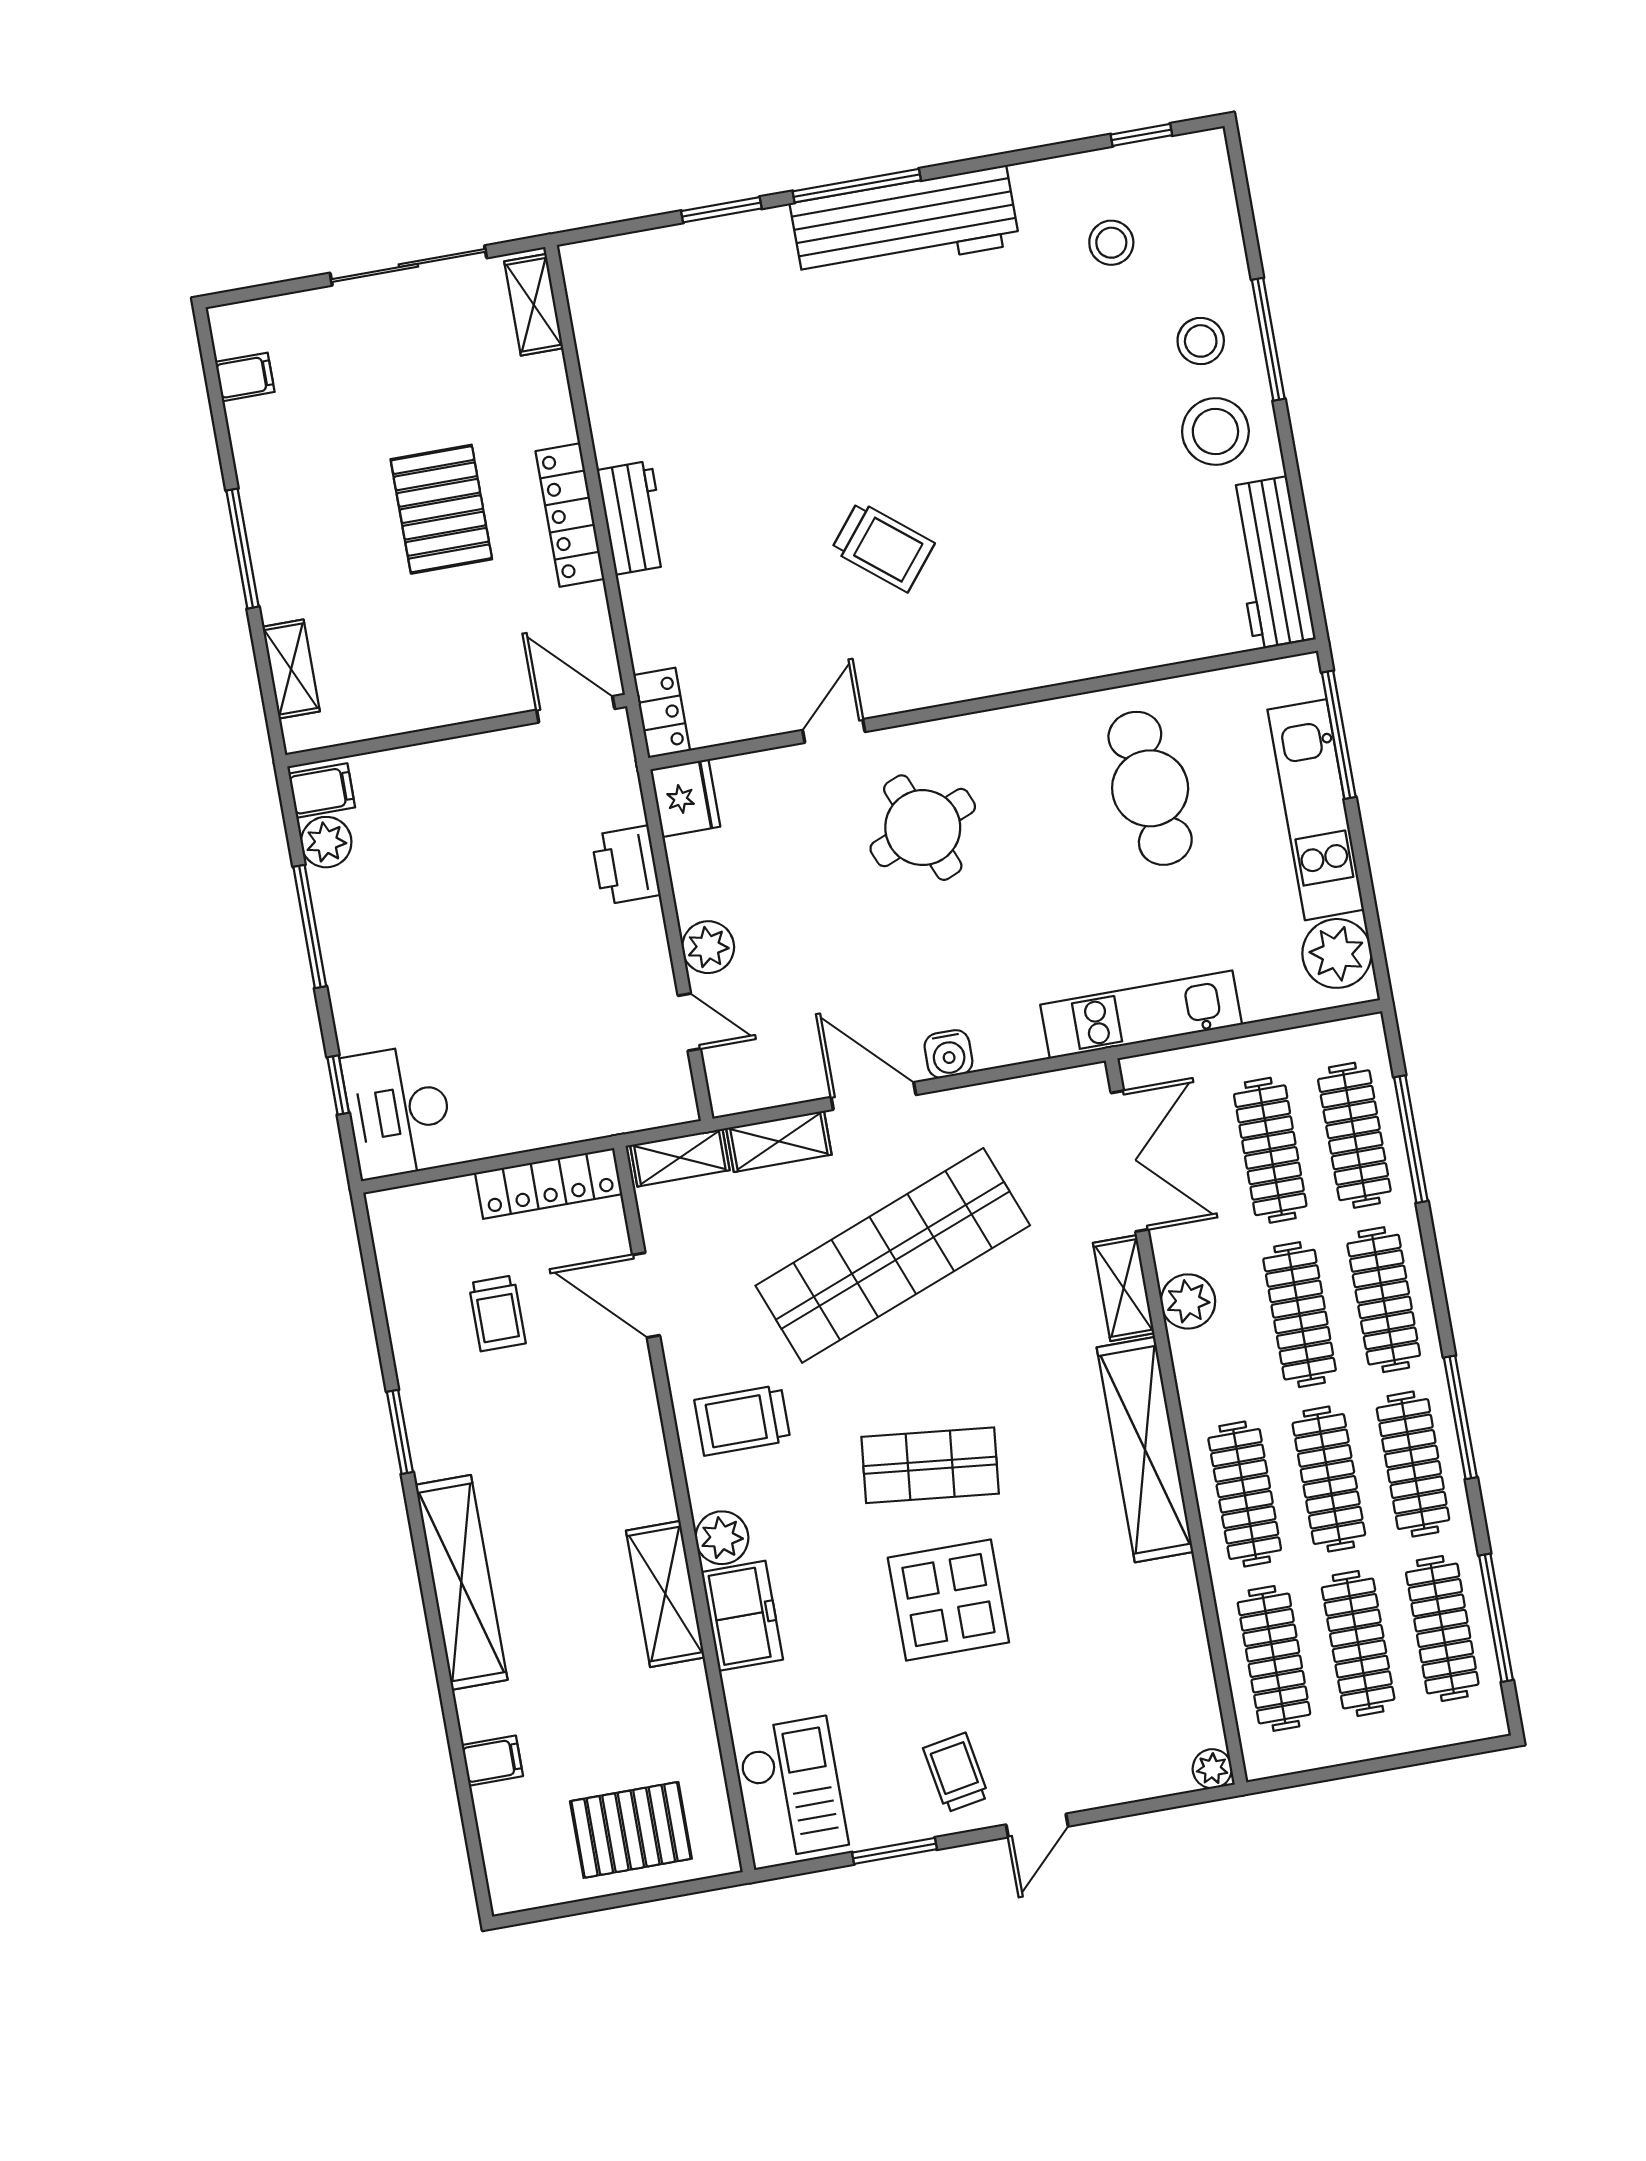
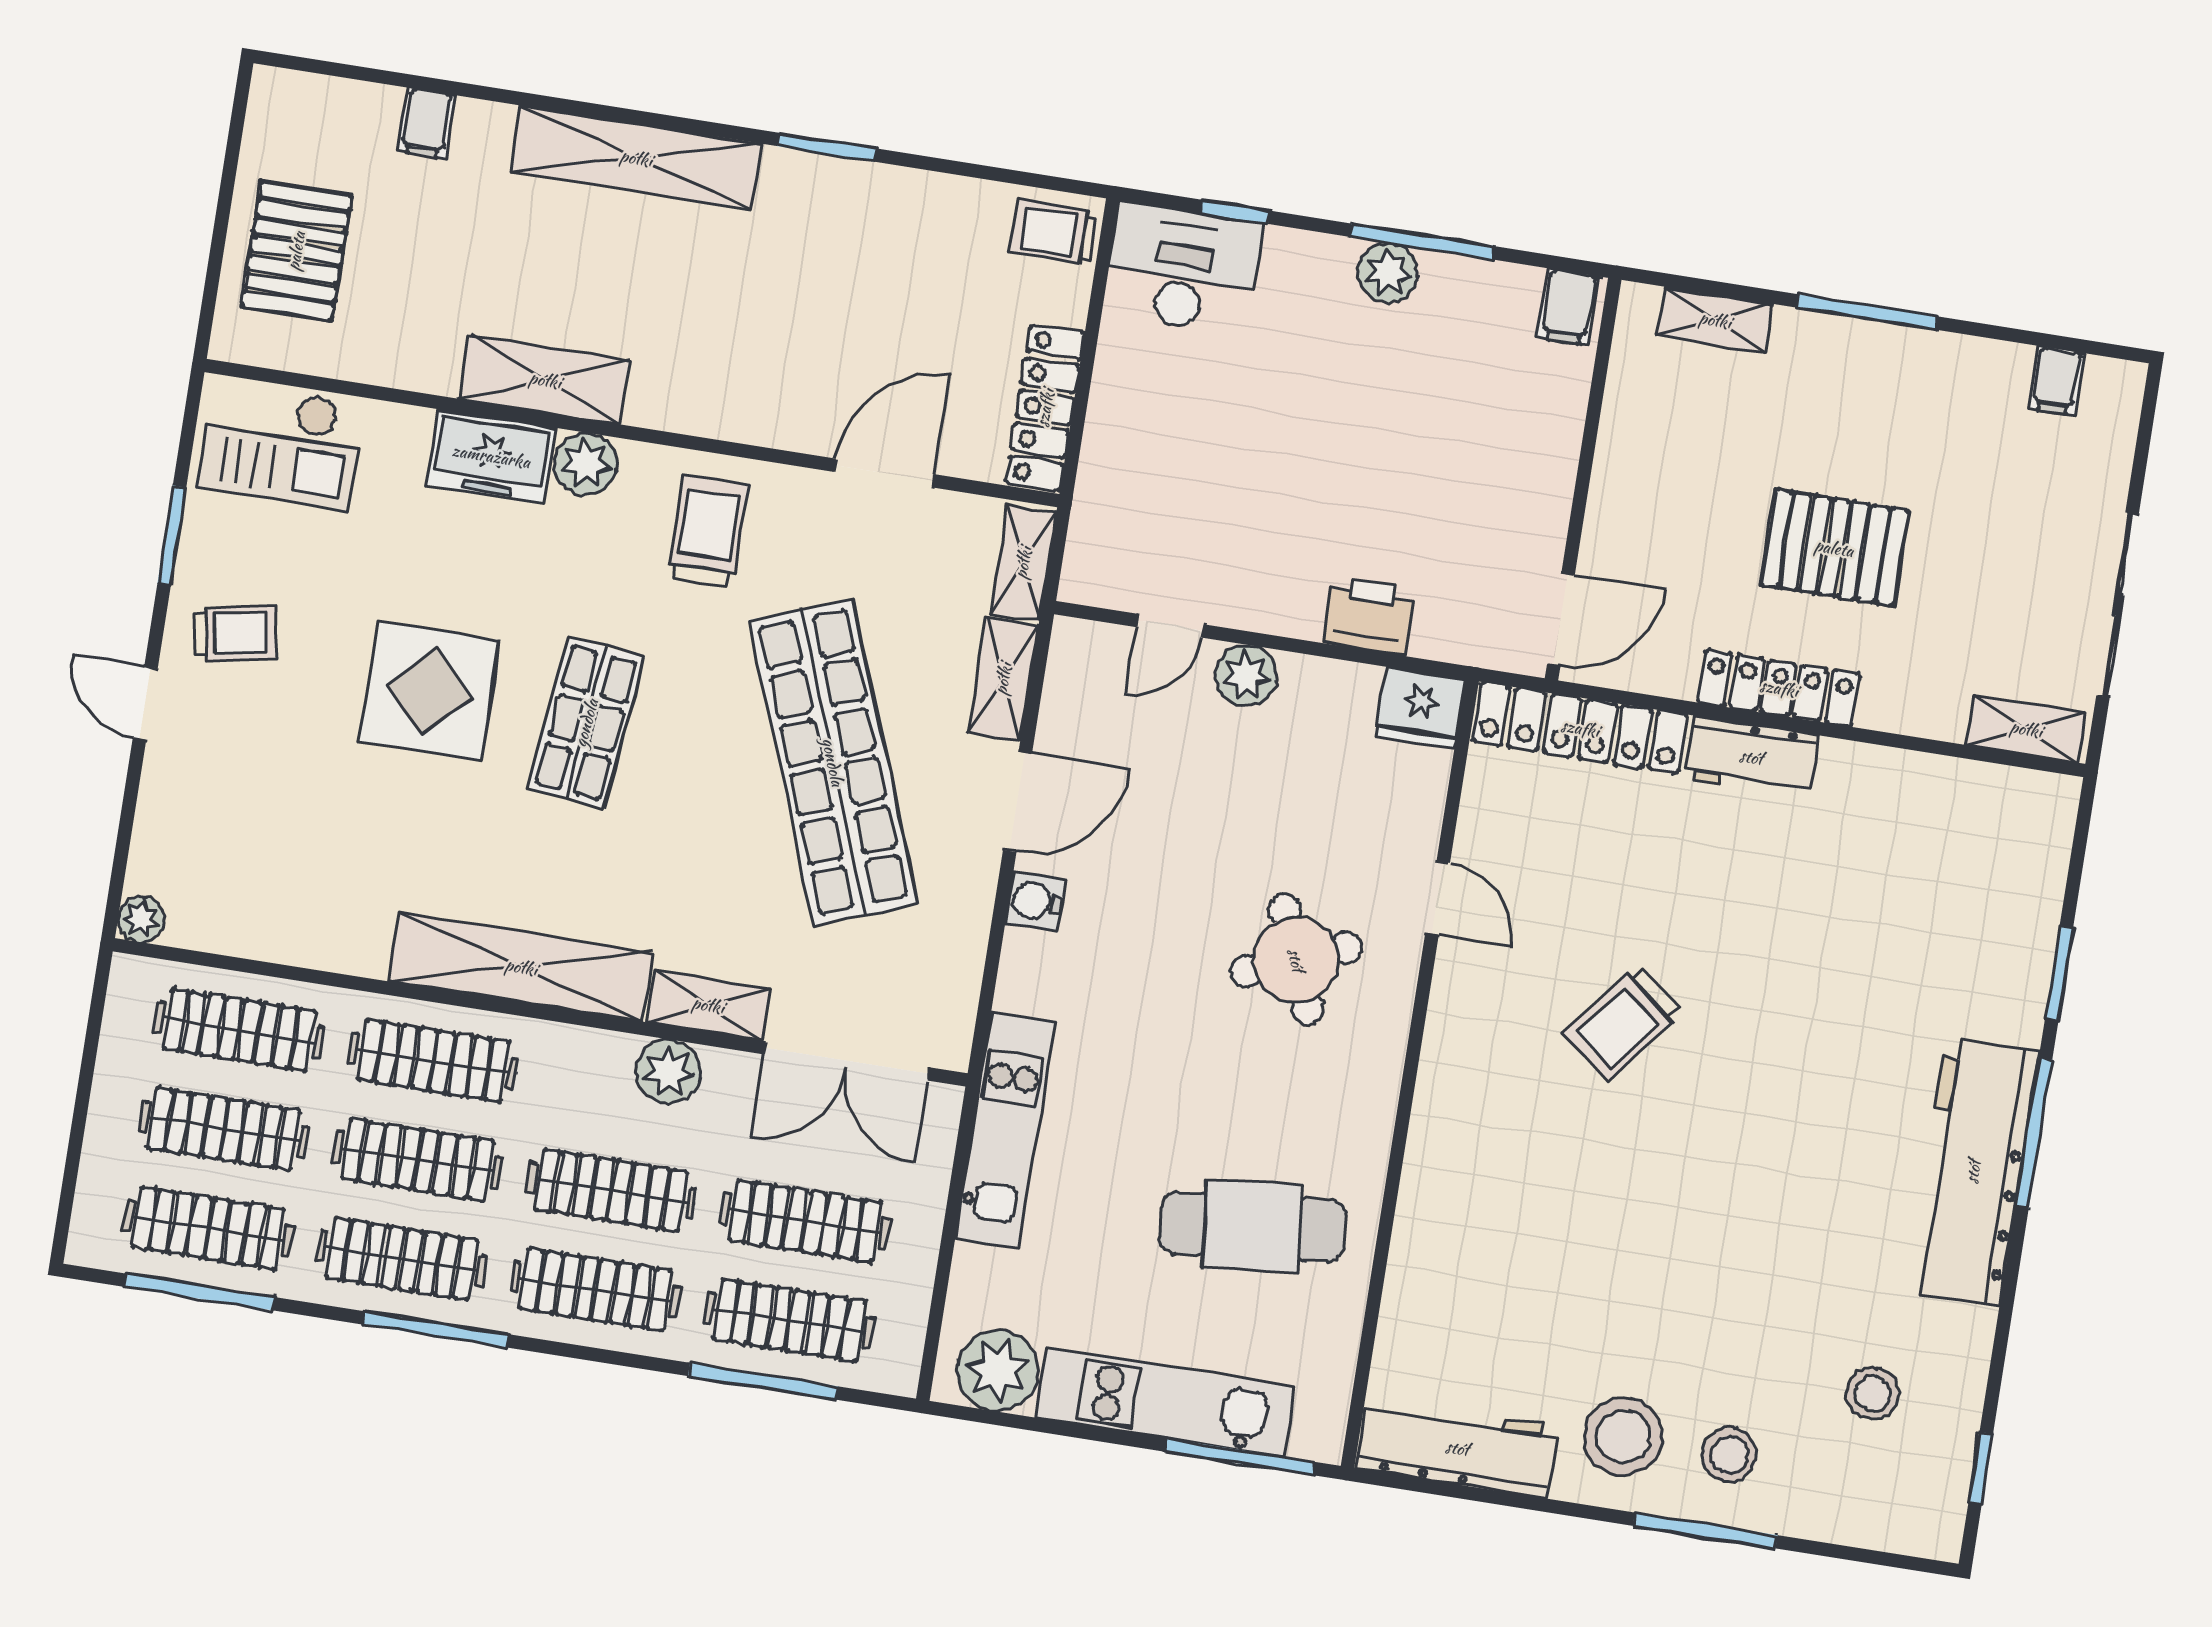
locker: (662, 713) -> (1580, 728), width x2.16, depth x1.21
plant: (326, 842) -> (1388, 273), moved
trolley: (497, 1313) -> (1054, 232), moved

